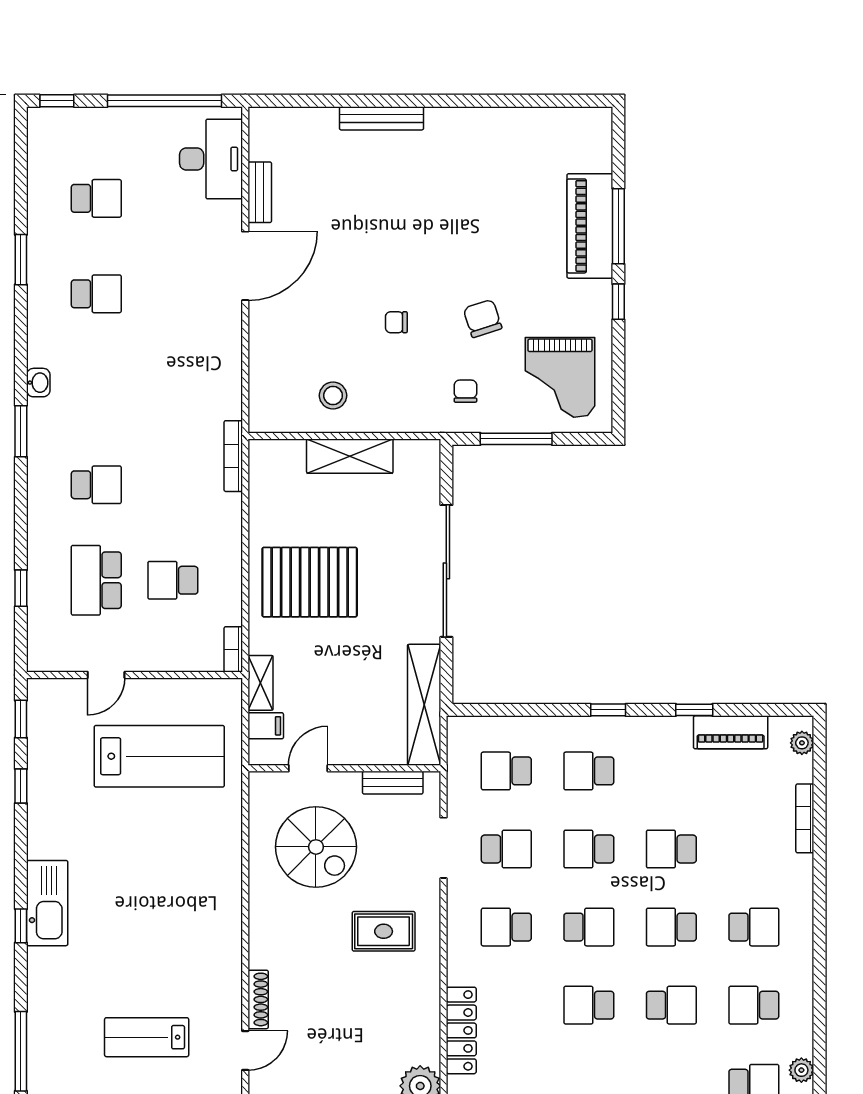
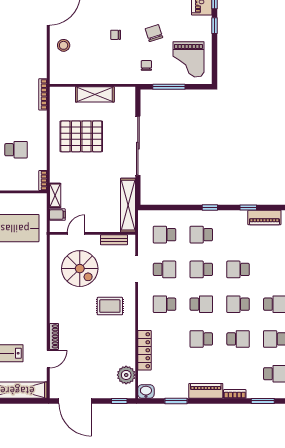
stool: (333, 395) -> (64, 45), moved
school desk: (173, 580) -> (16, 150), turned 180
pallet: (310, 582) -> (81, 136), moved

